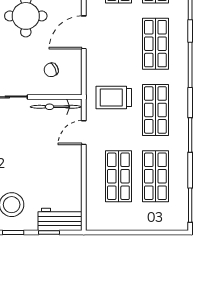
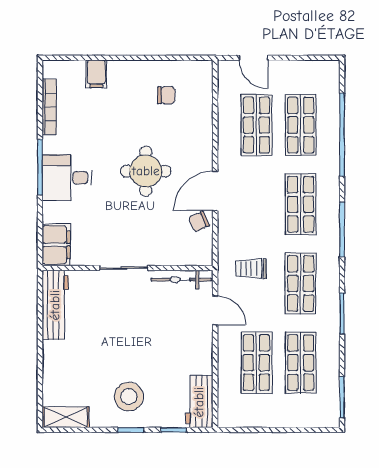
chair: (51, 70) -> (199, 222), moved
trolley: (114, 98) -> (251, 269), width x0.73, depth x0.72
door: (84, 133) -> (215, 311), swing flipped
workbench: (60, 219) -> (199, 402), moved, turned -90

